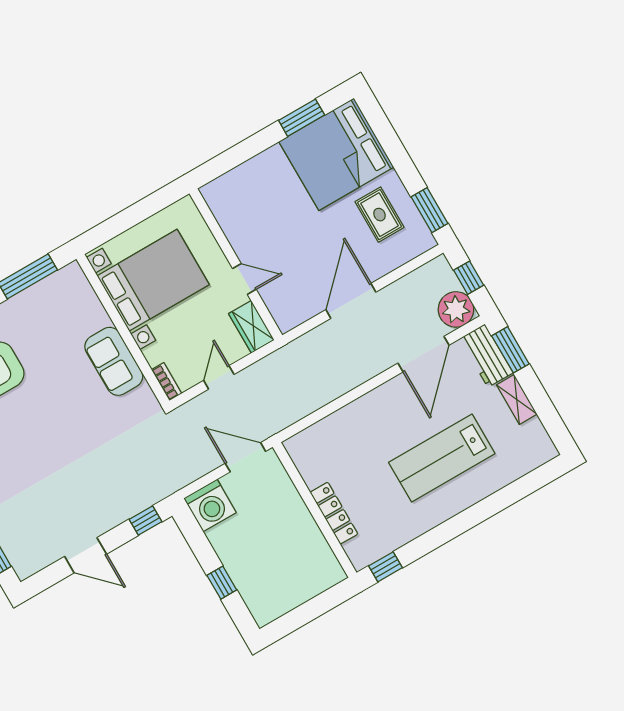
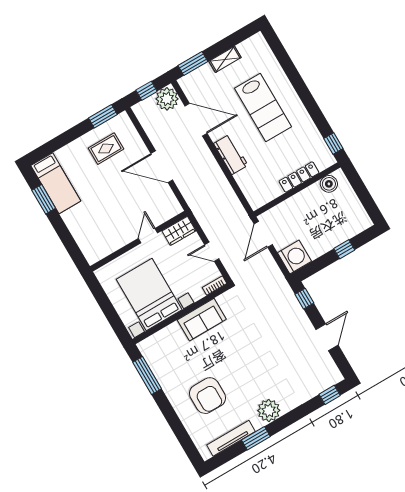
bed: (336, 154) -> (56, 183), width x0.49
workbench: (486, 356) -> (231, 154), moved, turned -90
boiler: (323, 559) -> (329, 184), added

